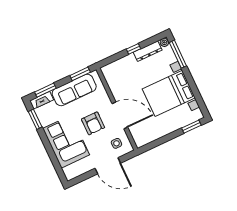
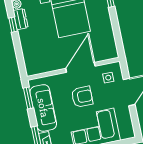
window: (133, 49) -> (13, 25), moved
dresser: (148, 51) -> (21, 19), width x0.70

